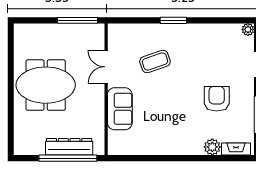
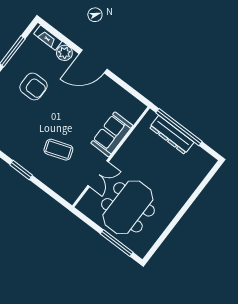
window: (78, 20) -> (117, 243), moved
meeting table: (46, 85) -> (128, 207), moved, turned 90
armchair: (217, 99) -> (33, 86), turned -90
door: (183, 158) -> (93, 61), added

